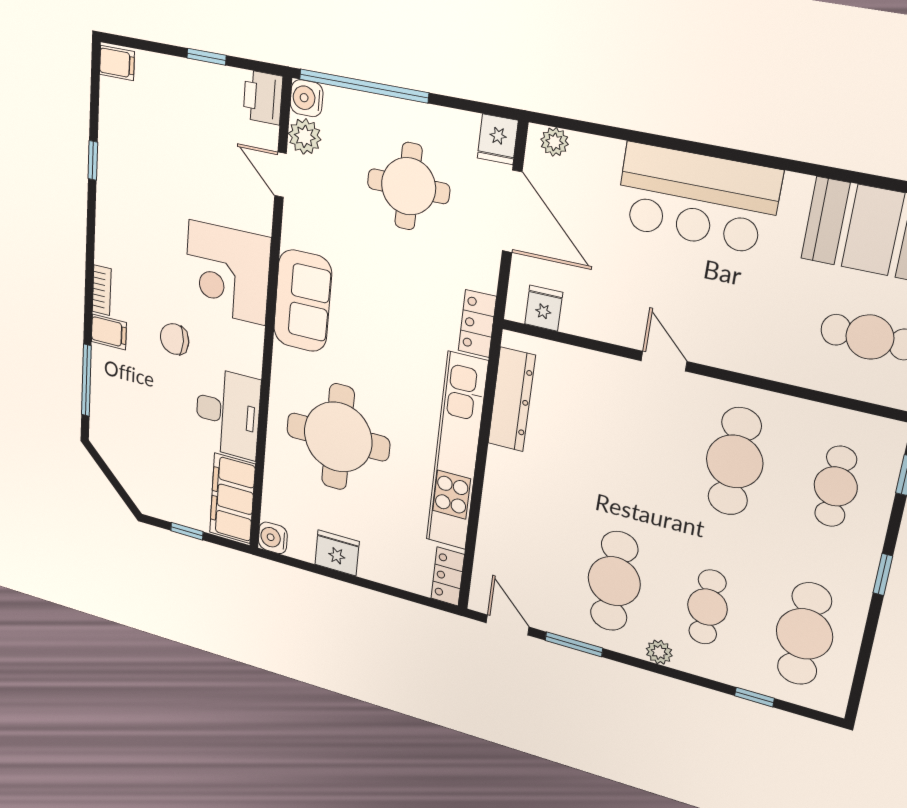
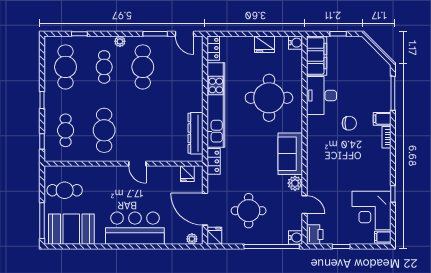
plant: (305, 136) -> (295, 183), moved
corner desk: (227, 273) -> (371, 211), moved, turned 180

